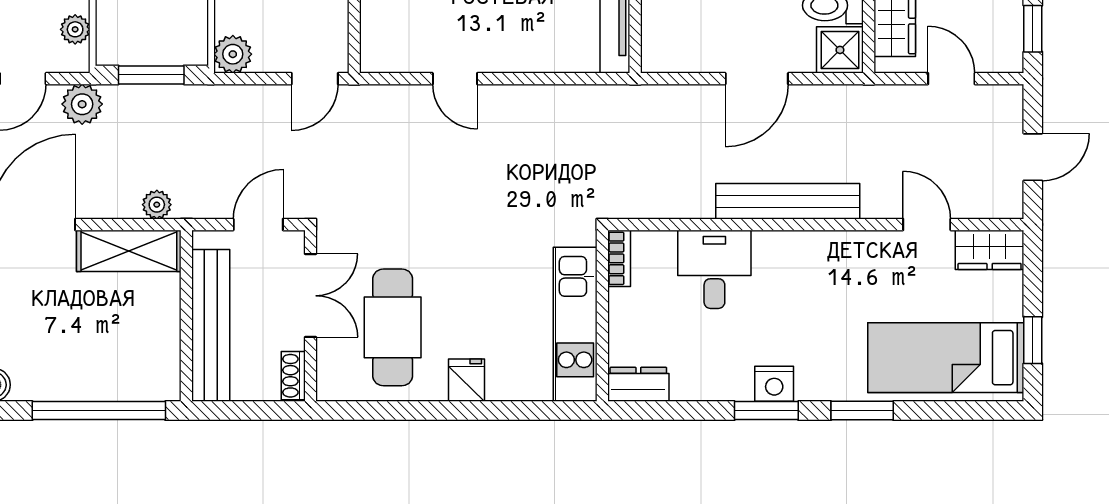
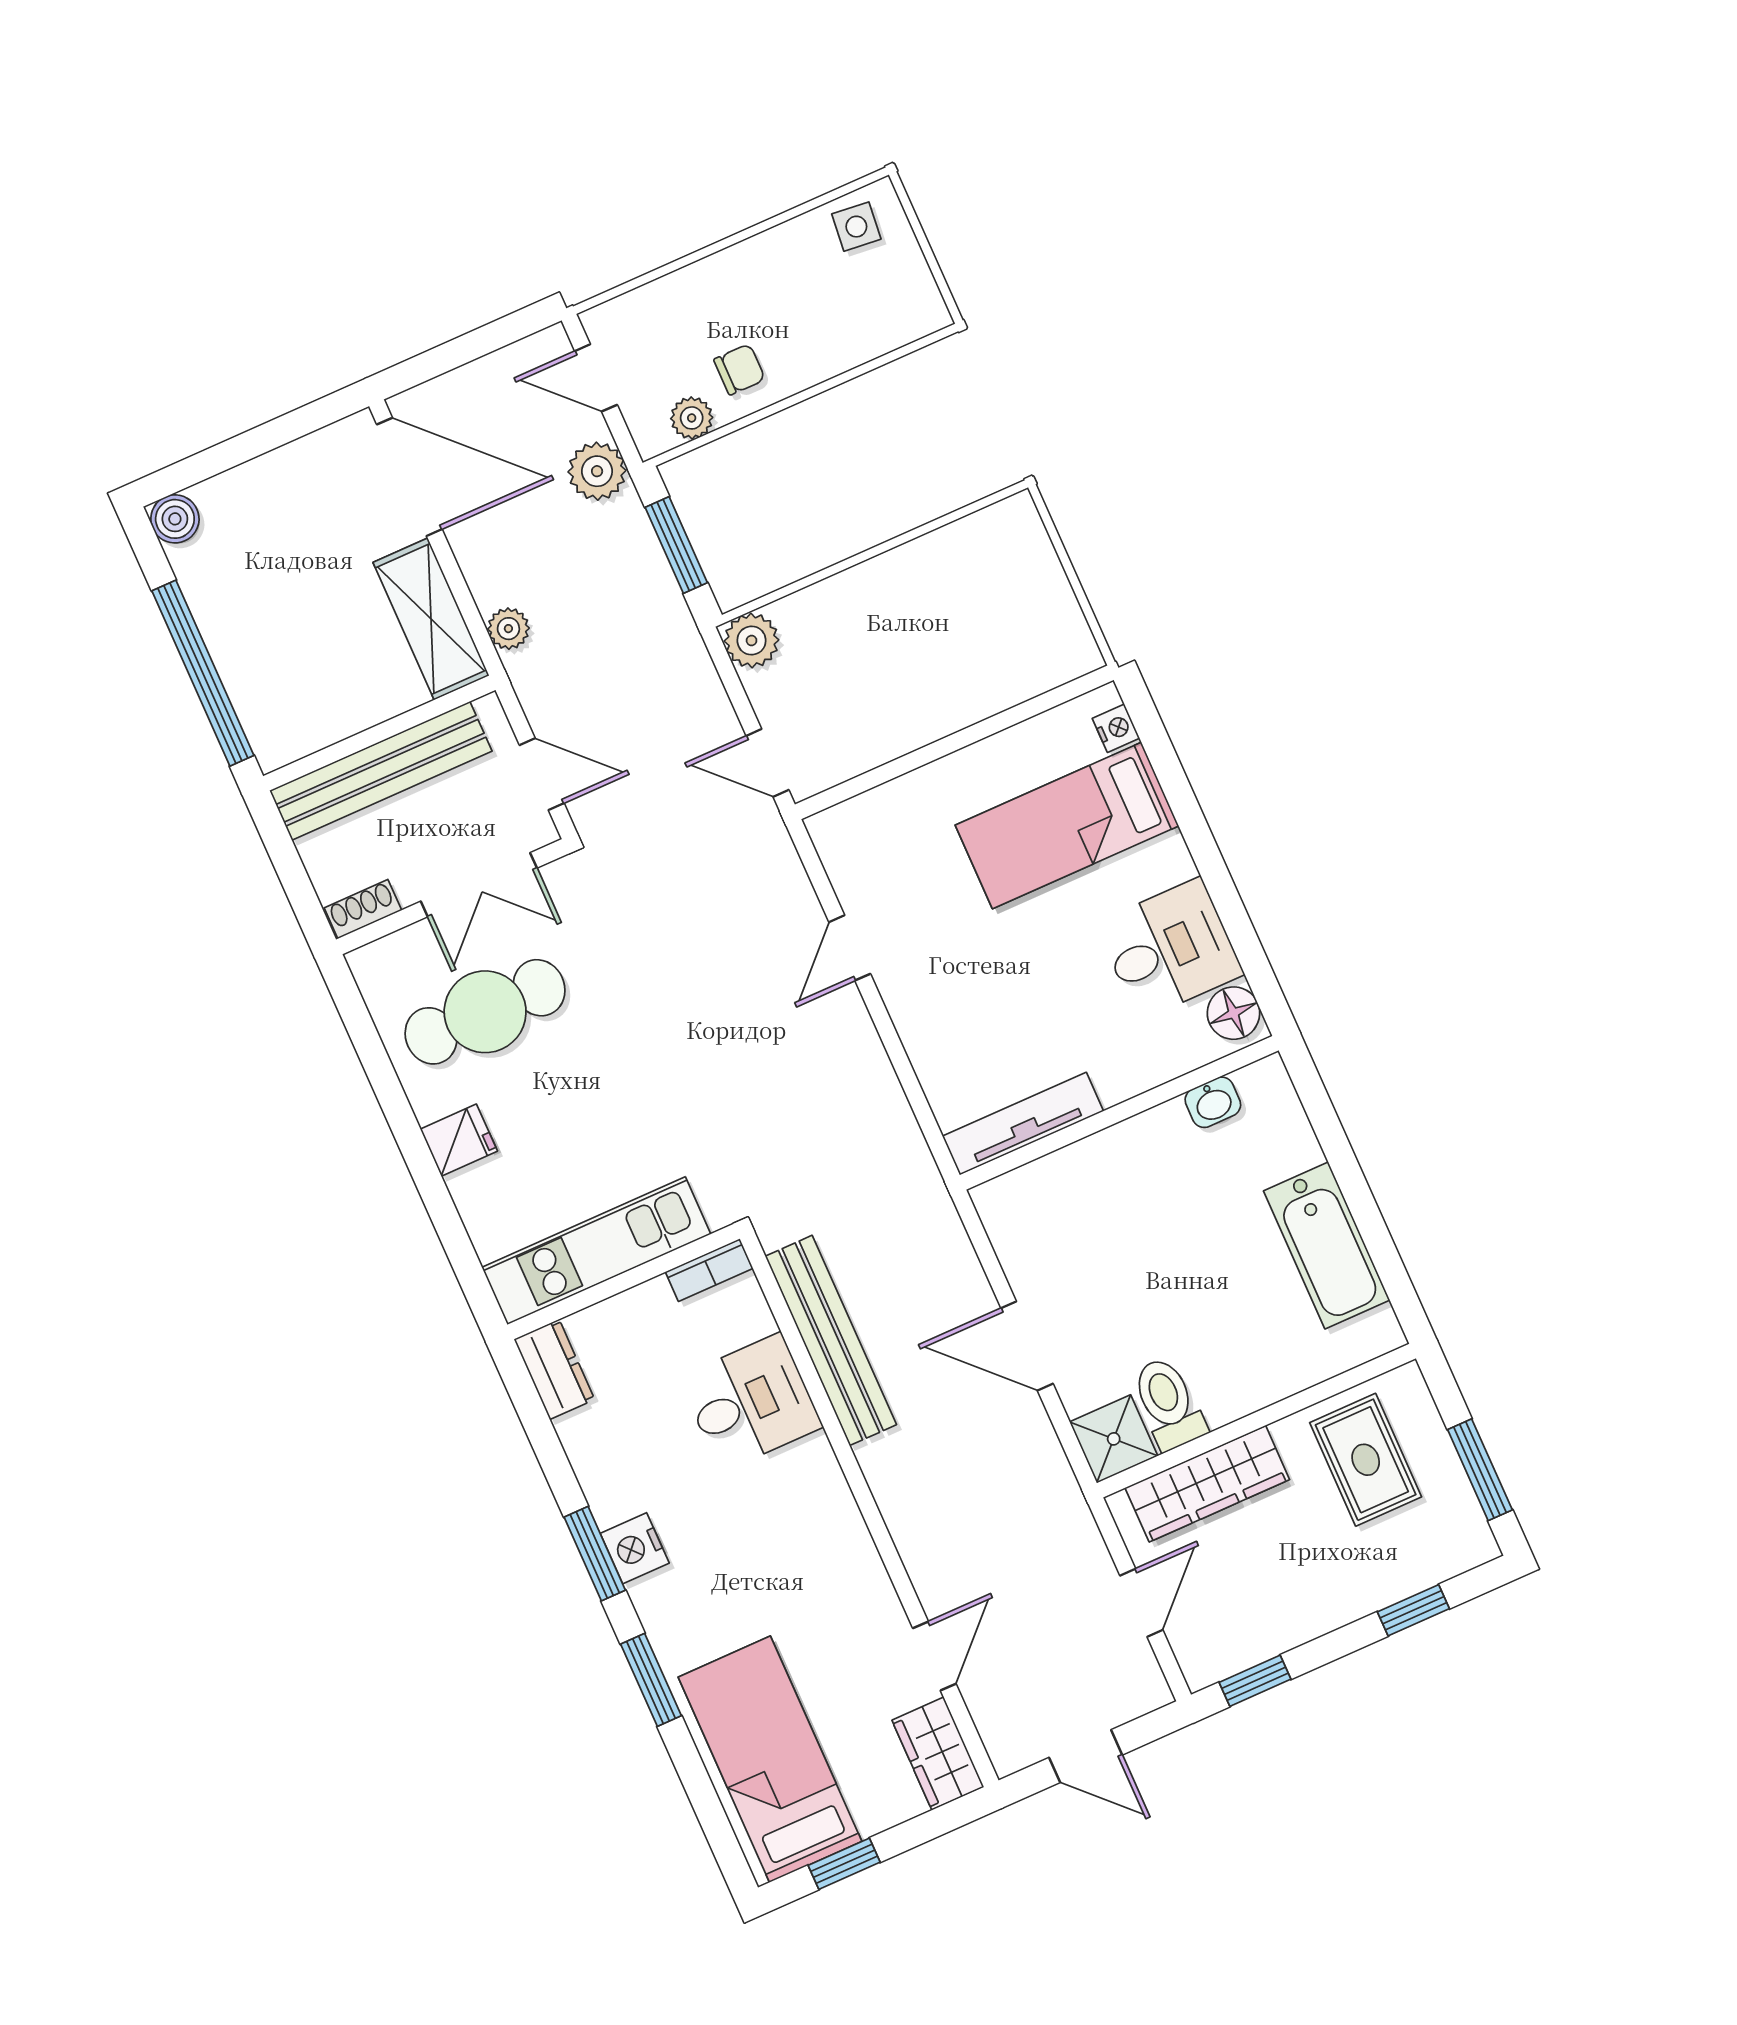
bench: (788, 201) -> (831, 1340), moved

